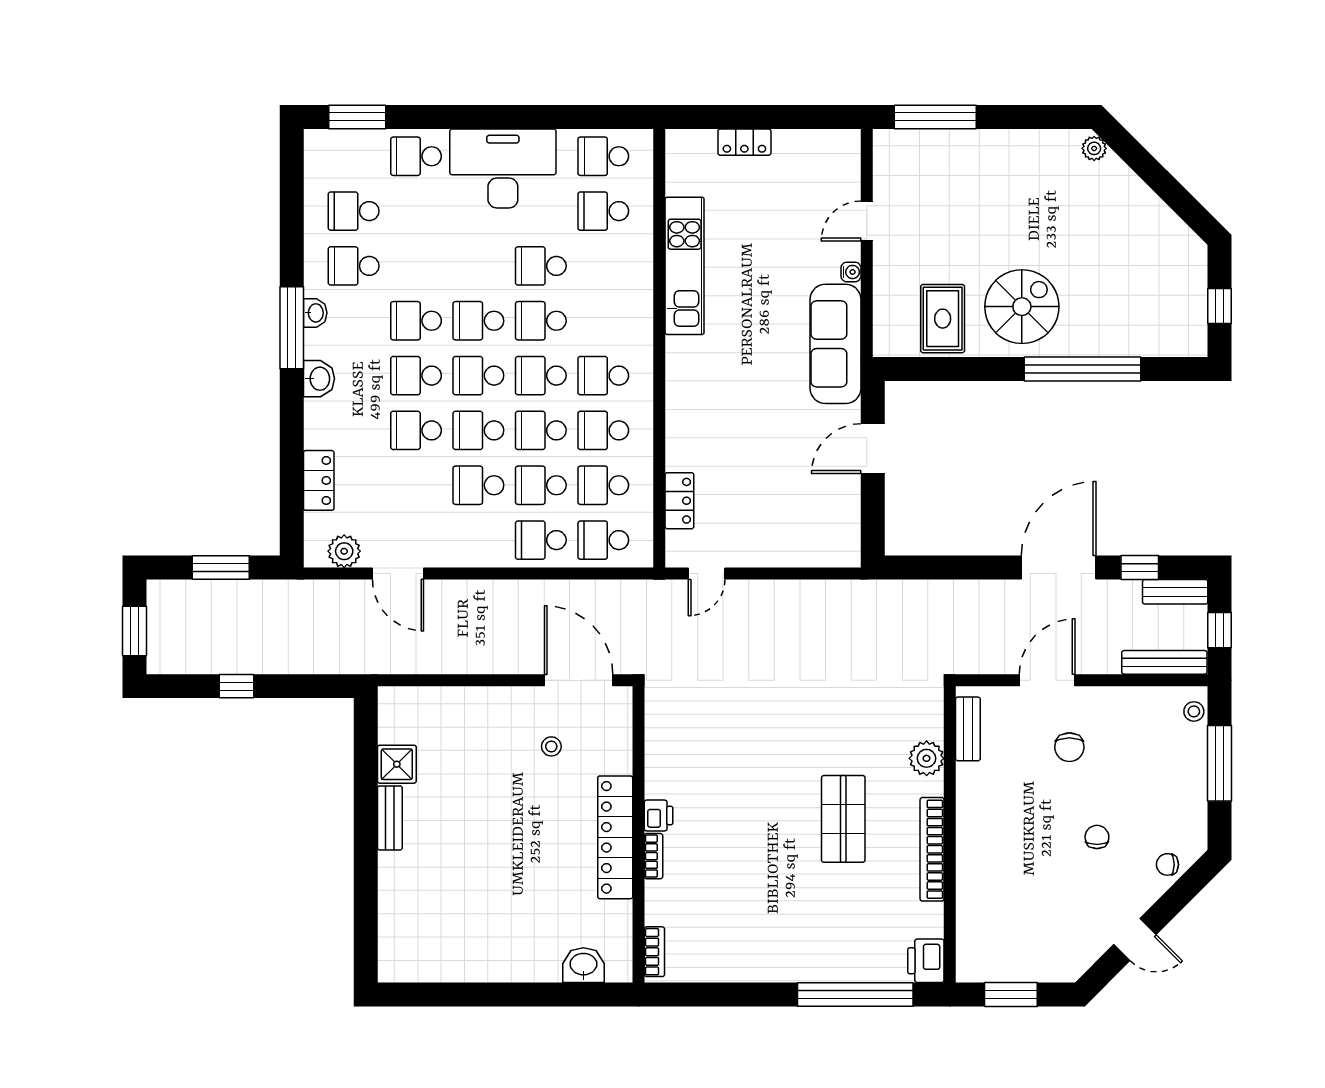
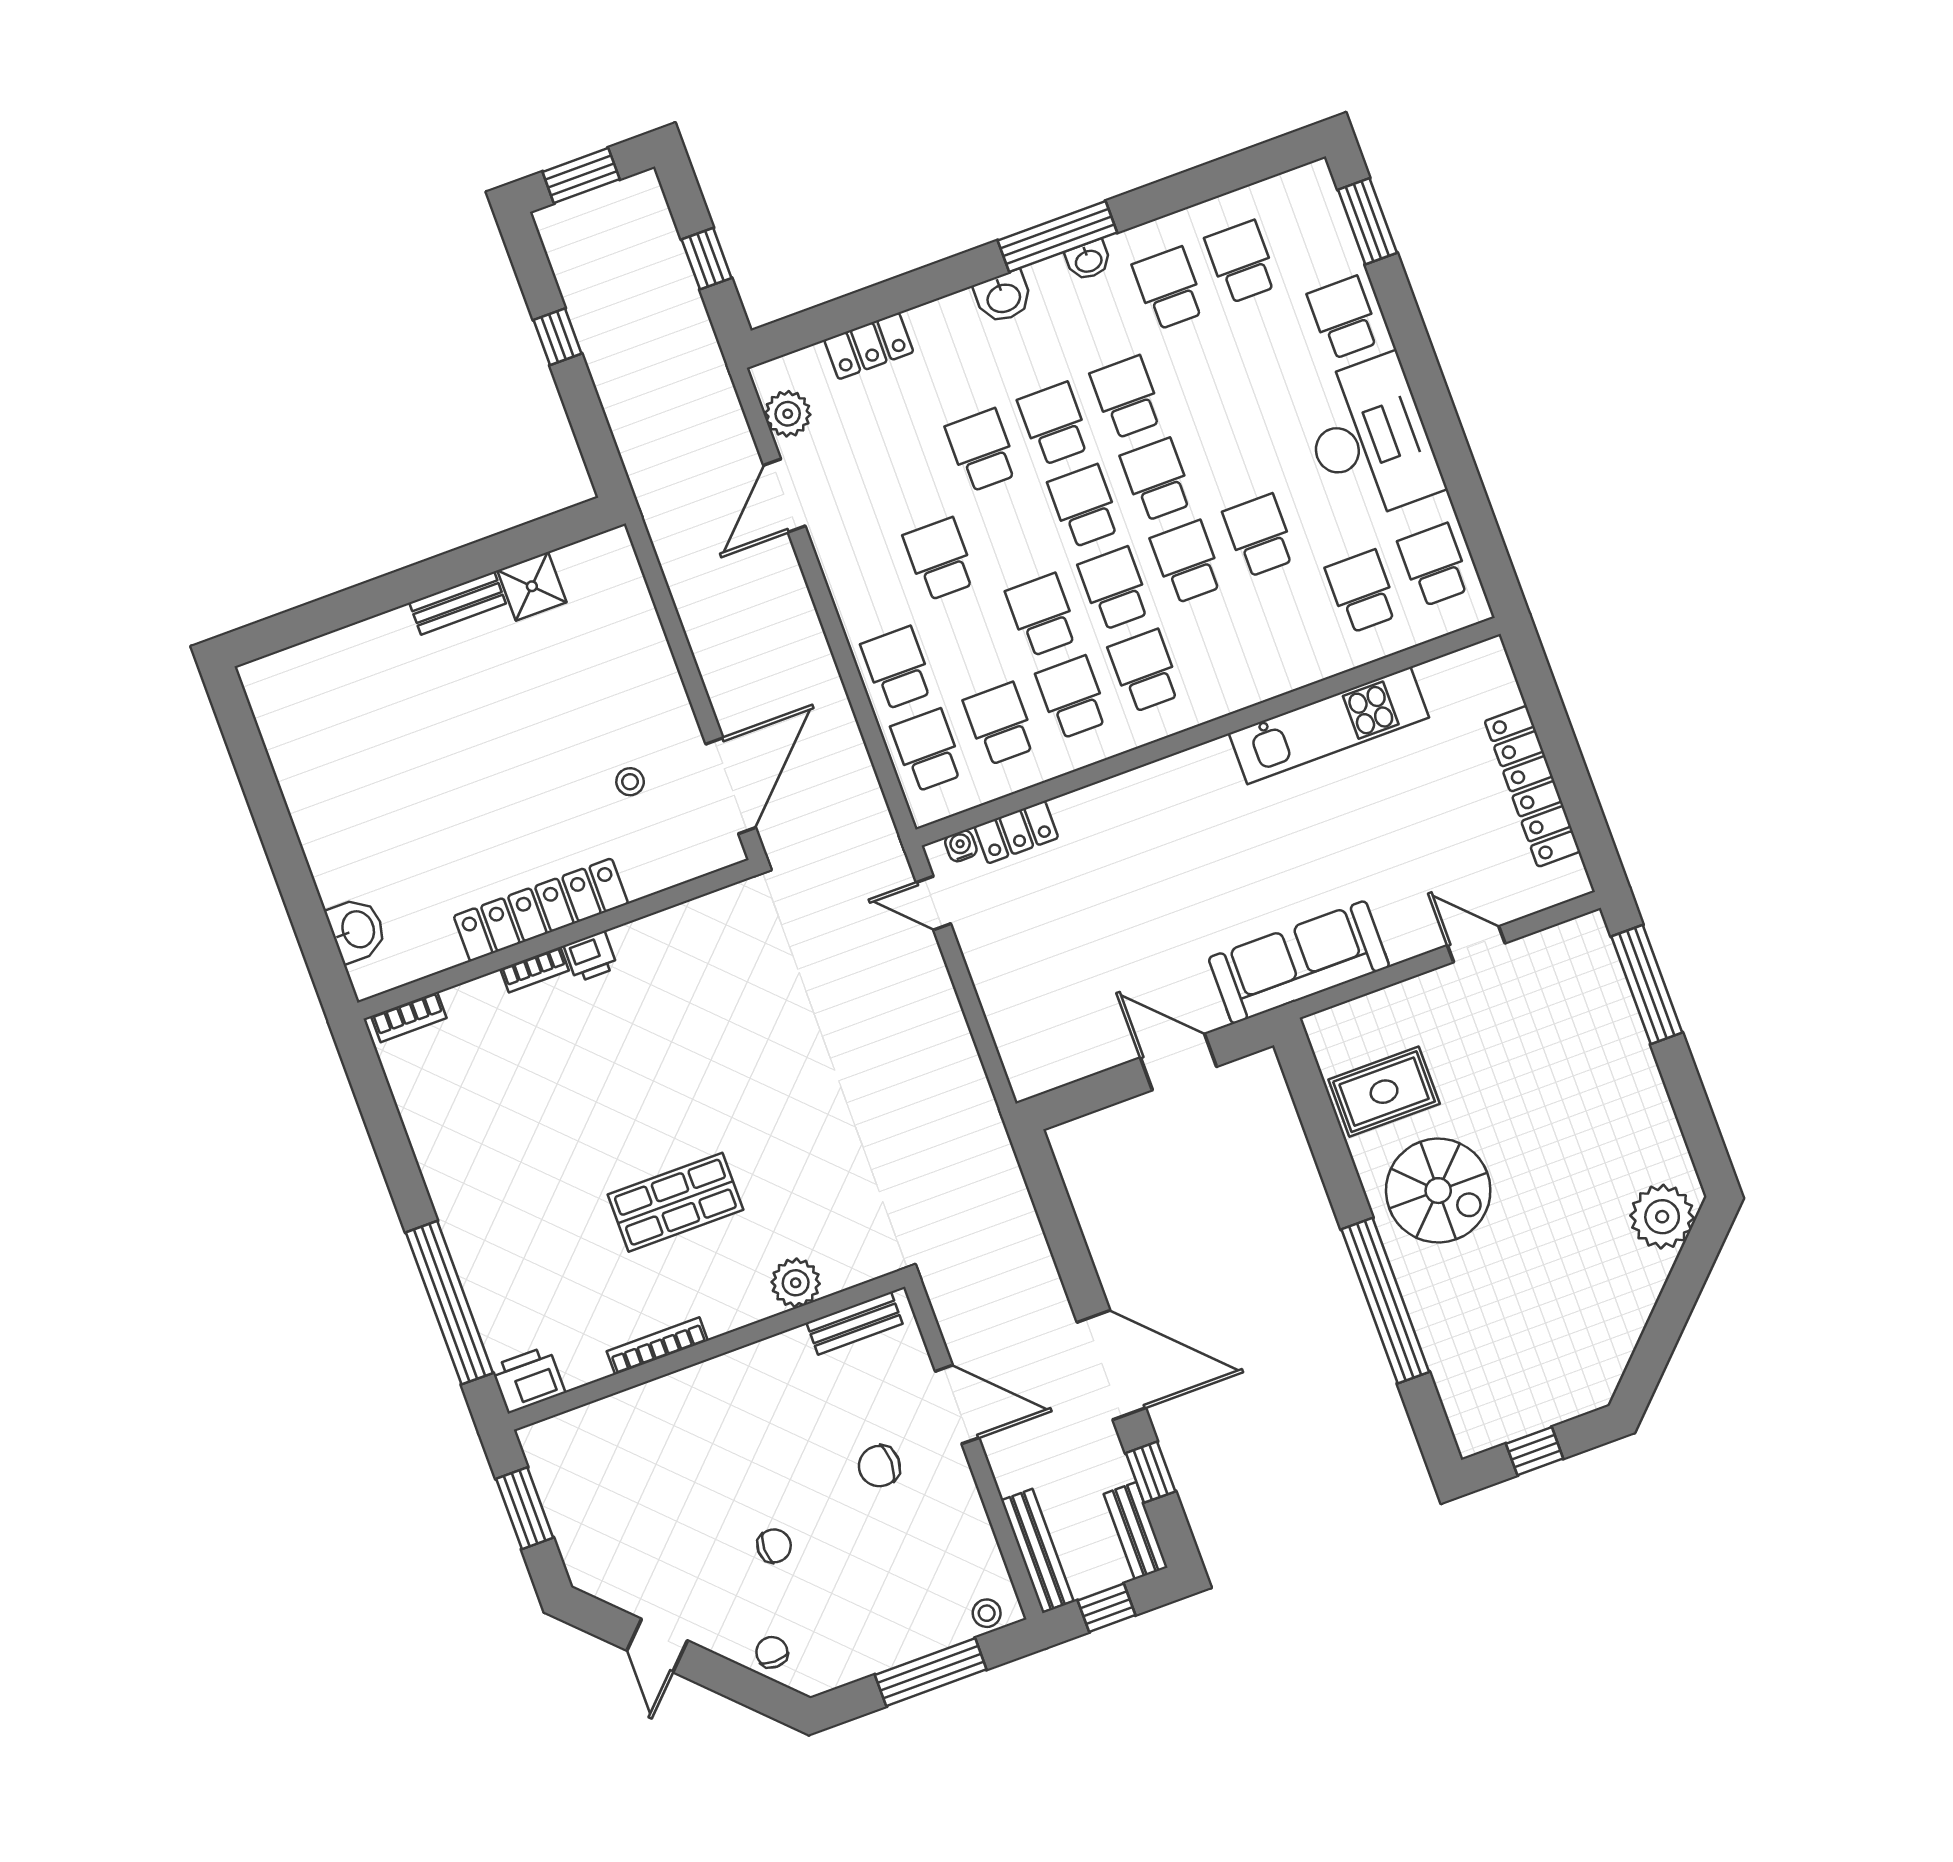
locker: (744, 142) -> (1532, 786), width x2.16, depth x1.21
plant: (1094, 148) -> (1662, 1217), width x1.88, depth x1.88
water cooler: (851, 272) -> (961, 846), moved, turned 180
school desk: (478, 430) -> (1012, 533), removed
school desk: (541, 485) -> (970, 642), removed
window: (221, 568) -> (707, 259), width x0.67
bookcase: (932, 849) -> (657, 1346), width x0.68, depth x0.76

